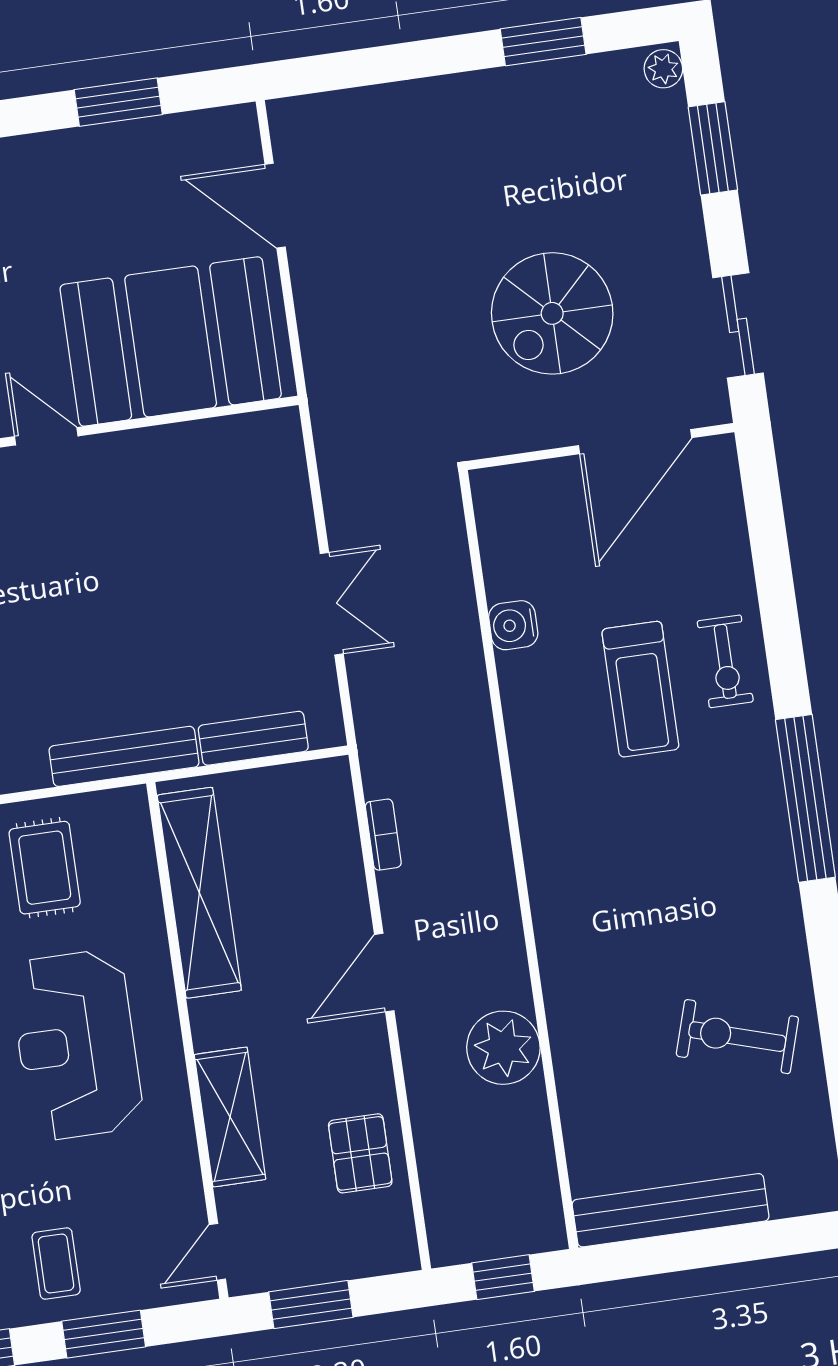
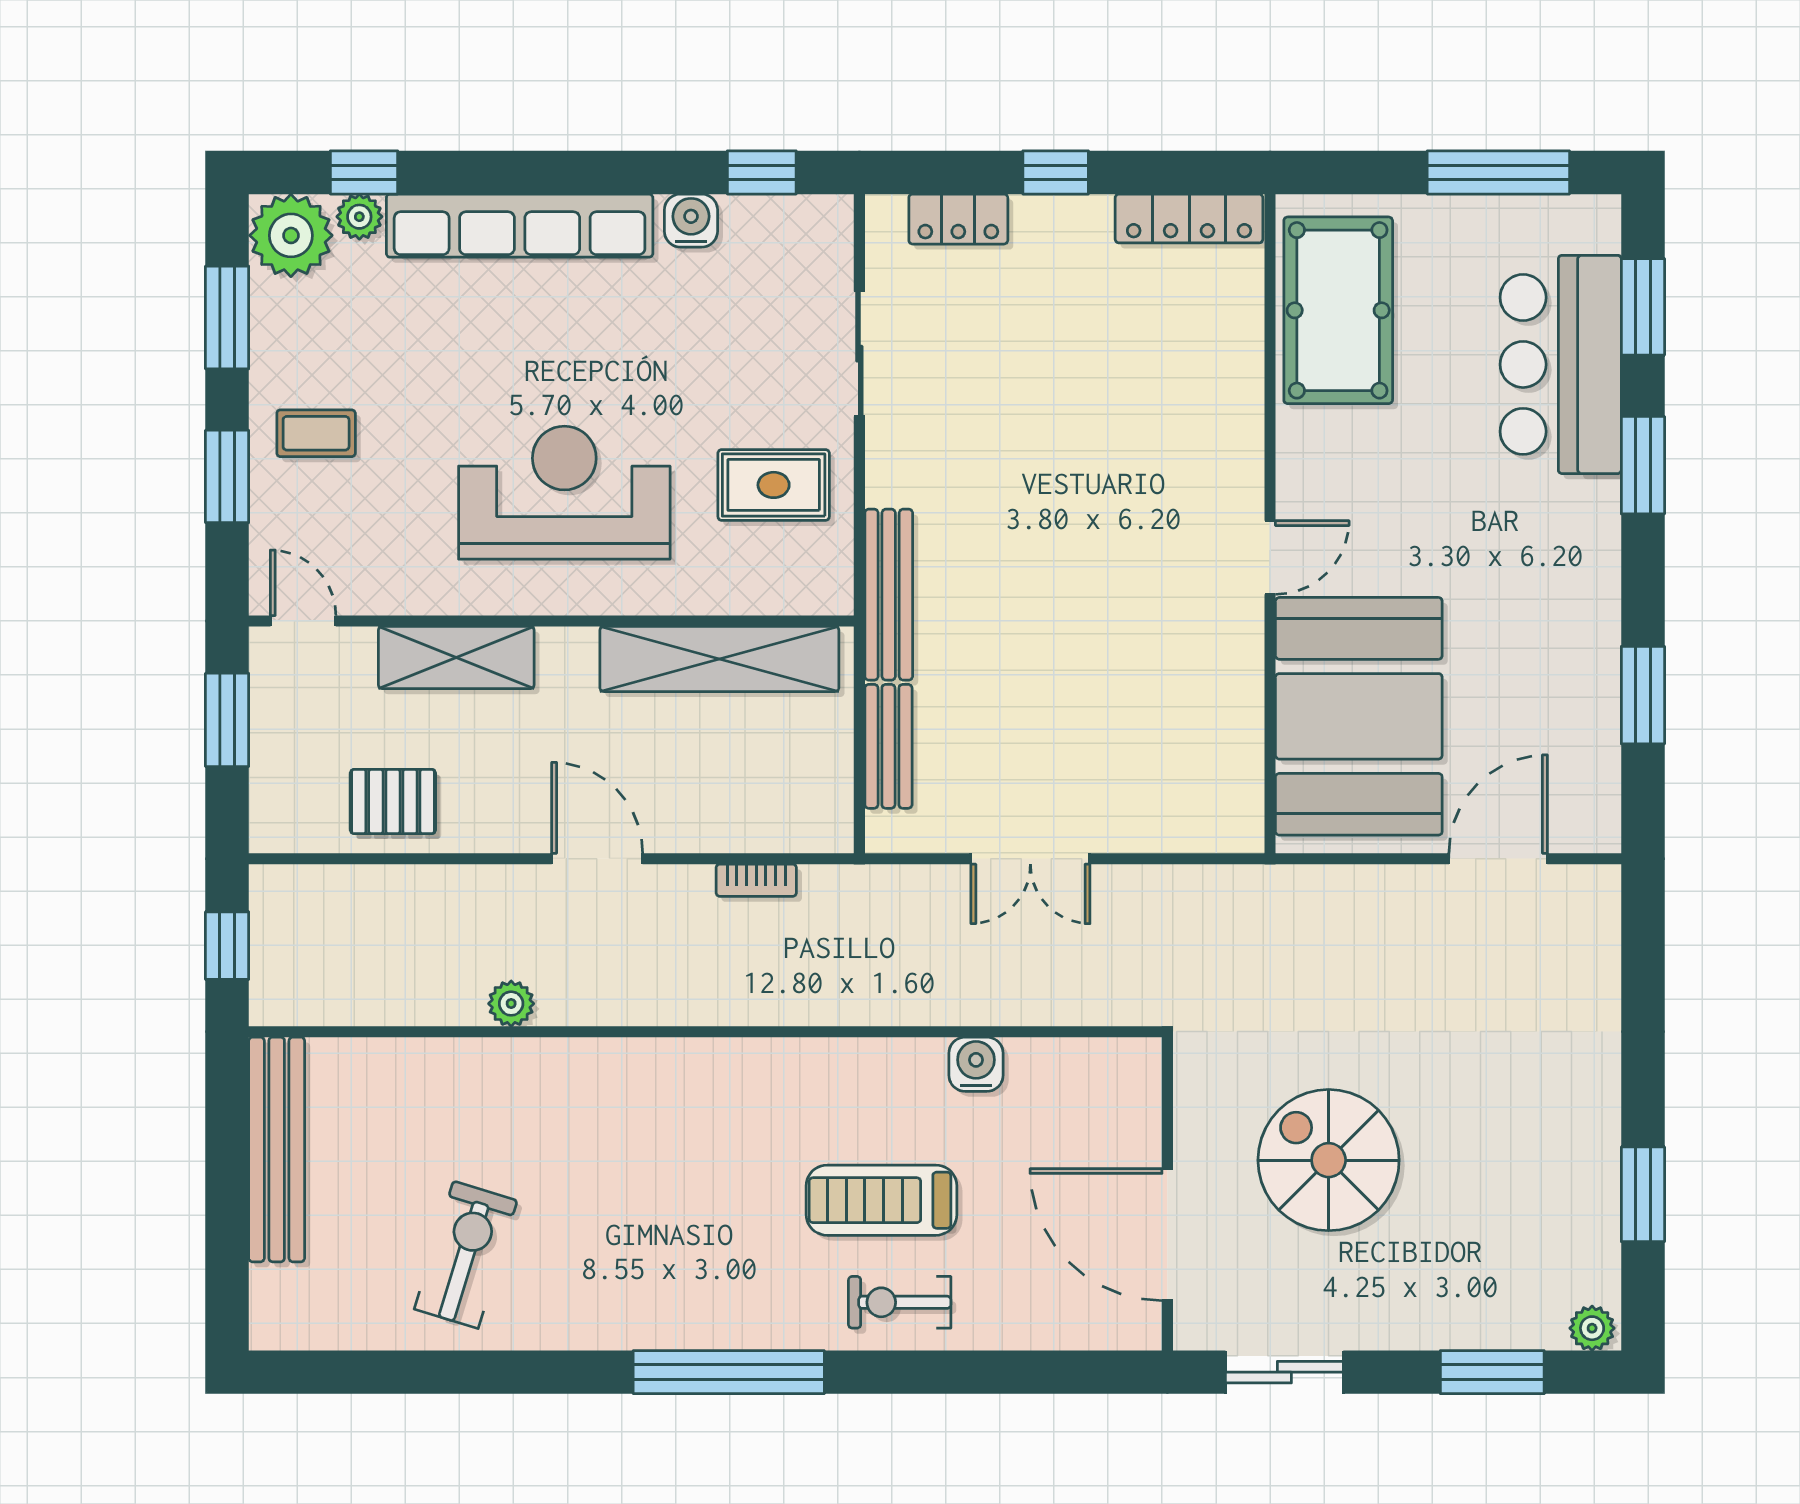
plant: (503, 1048) -> (511, 1004), width x0.53, depth x0.53

